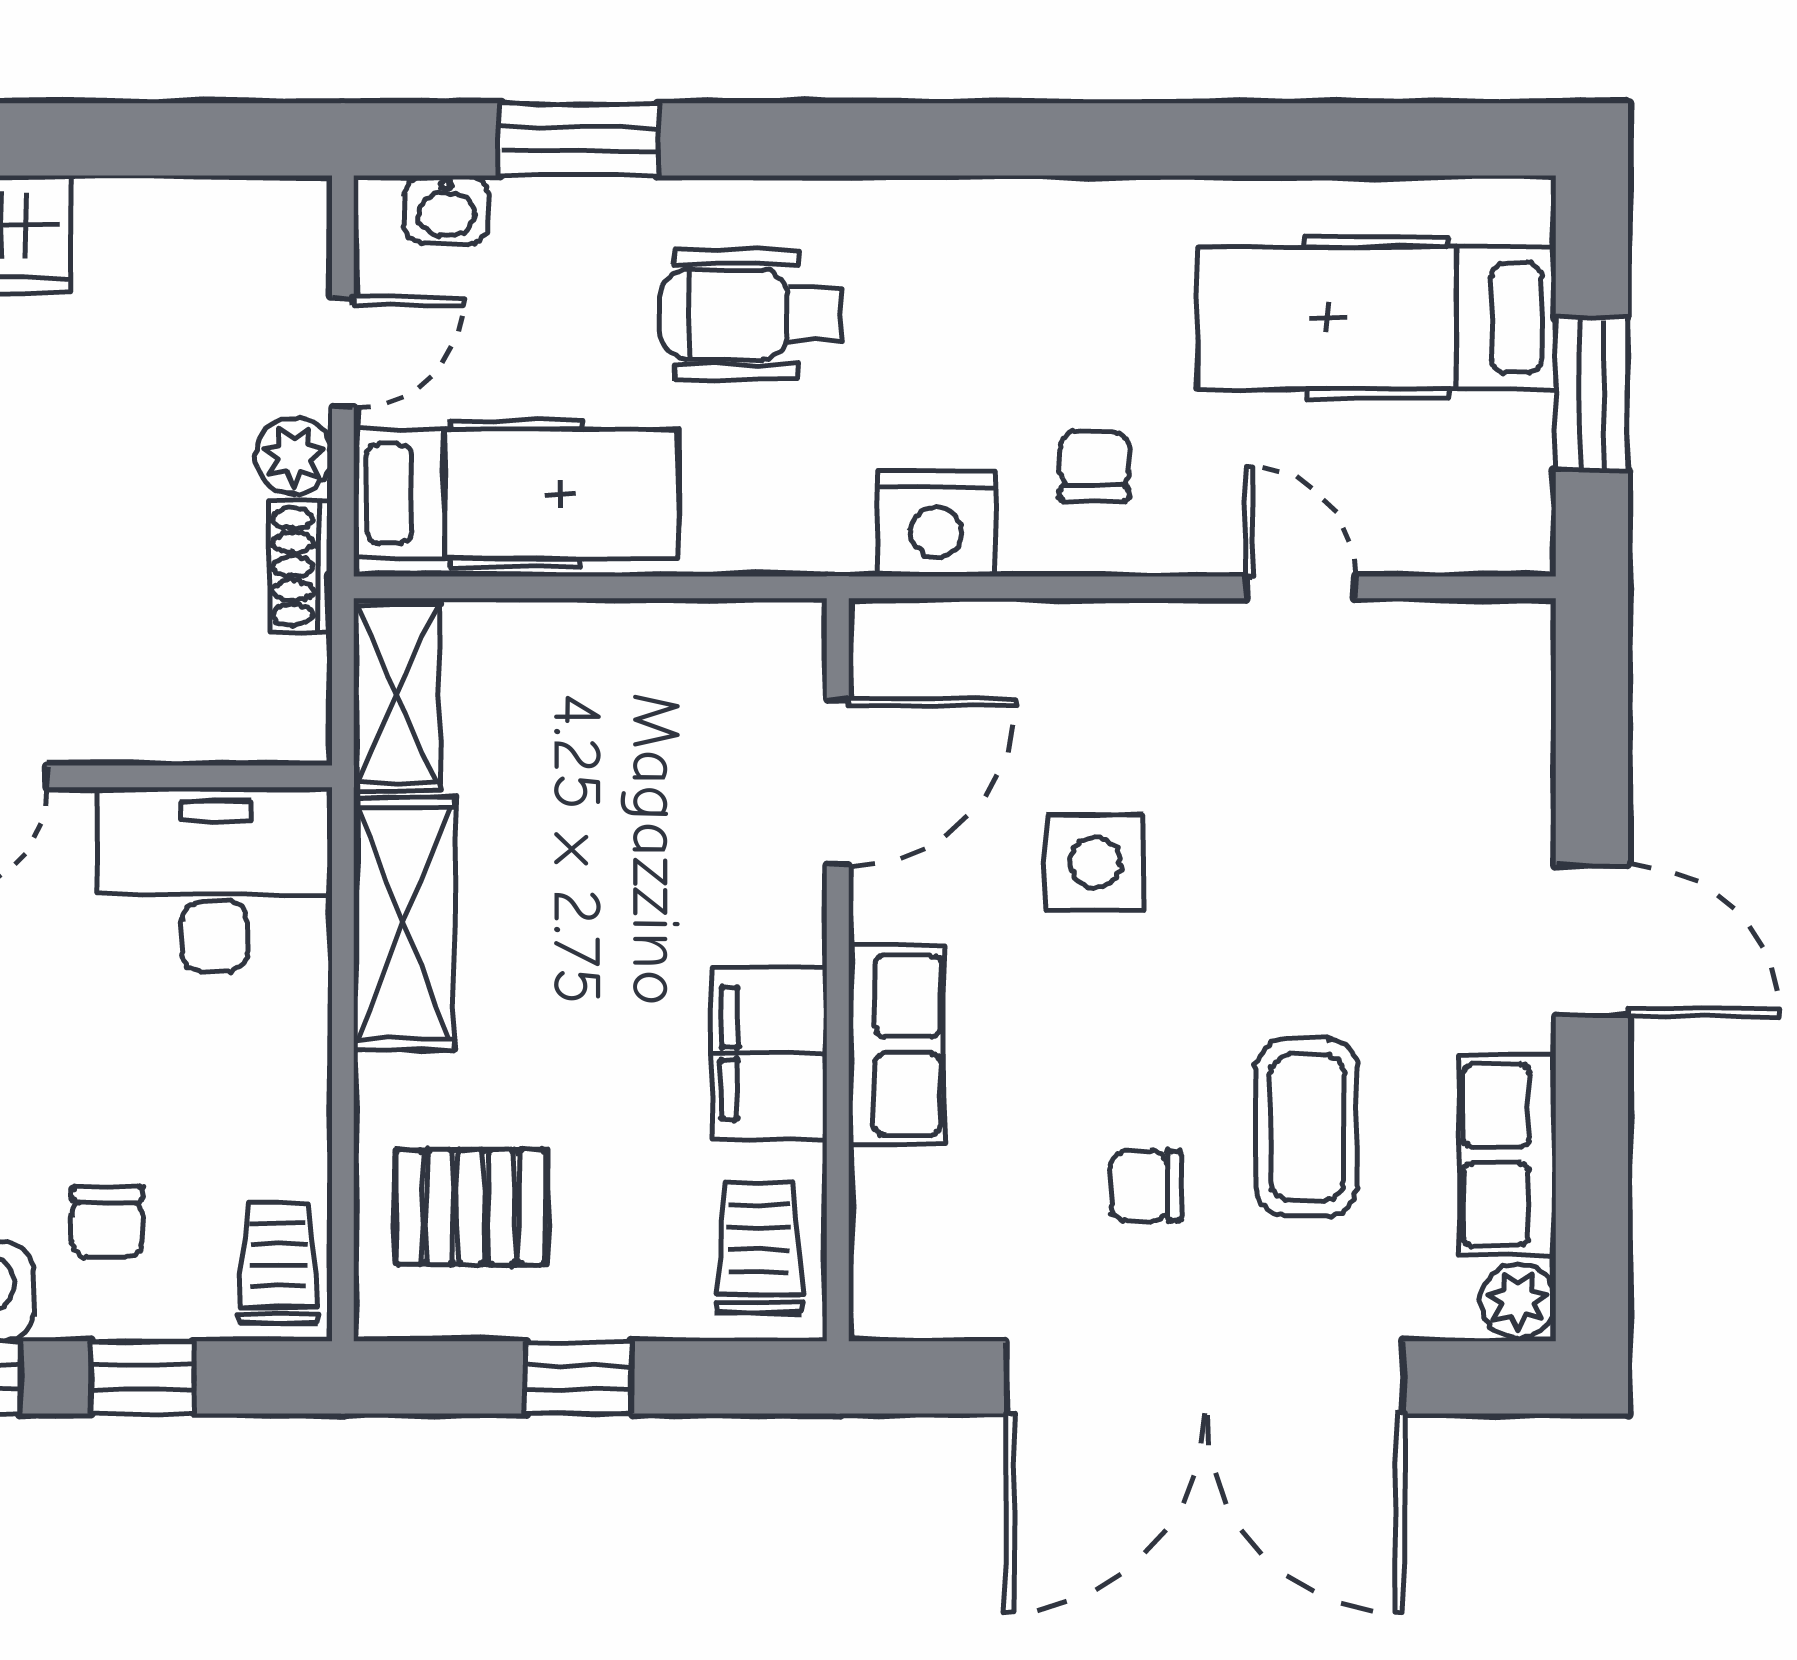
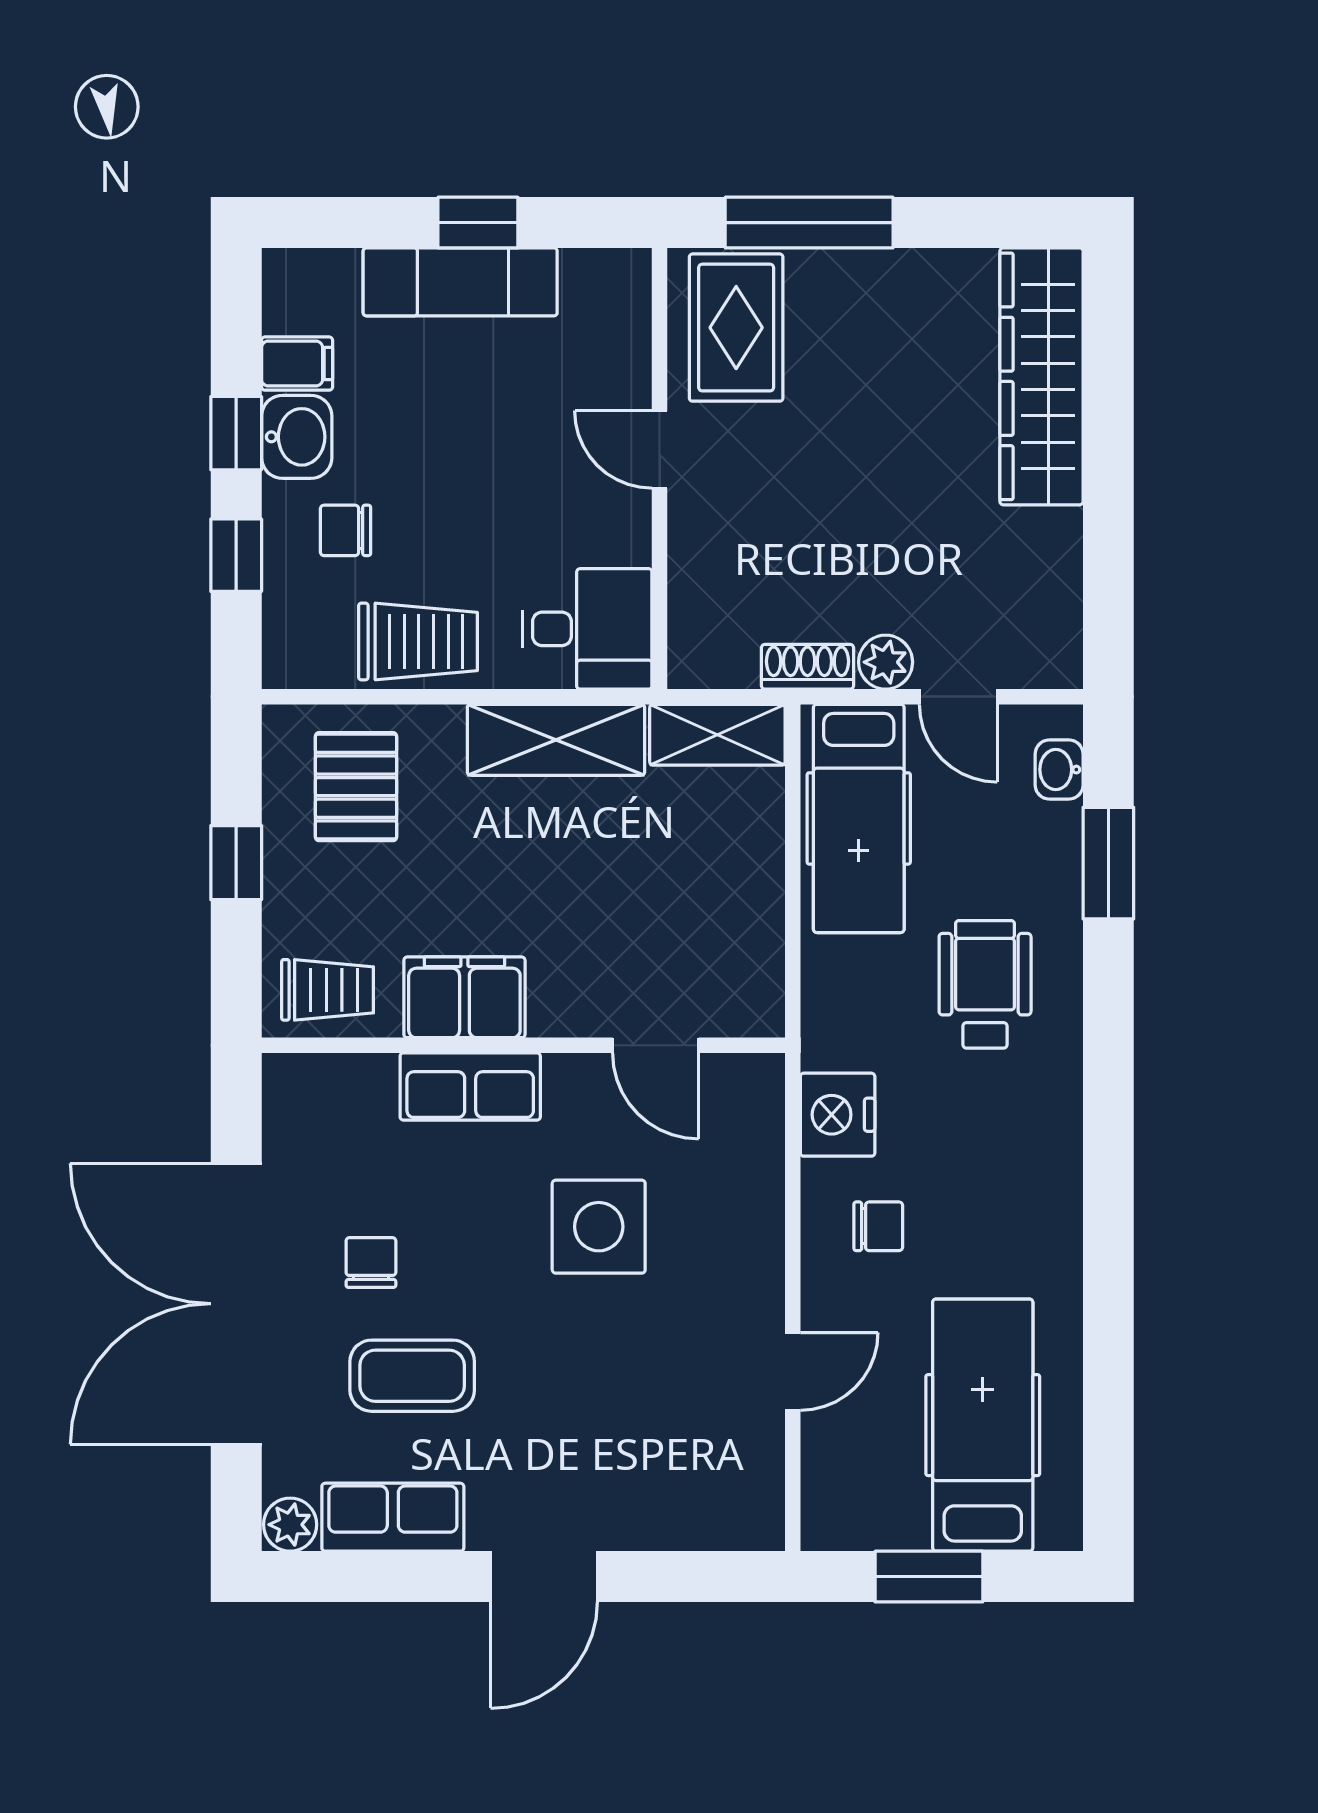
door: (838, 782) -> (656, 1045), width x0.73
side table: (1095, 863) -> (599, 1227), width x1.37, depth x1.37
desk: (215, 879) -> (587, 629), width x0.73
trolley: (279, 1263) -> (418, 641), moved, width x1.36, depth x1.39

